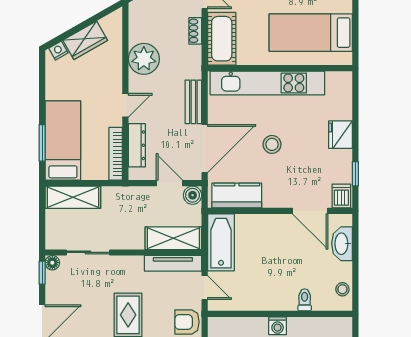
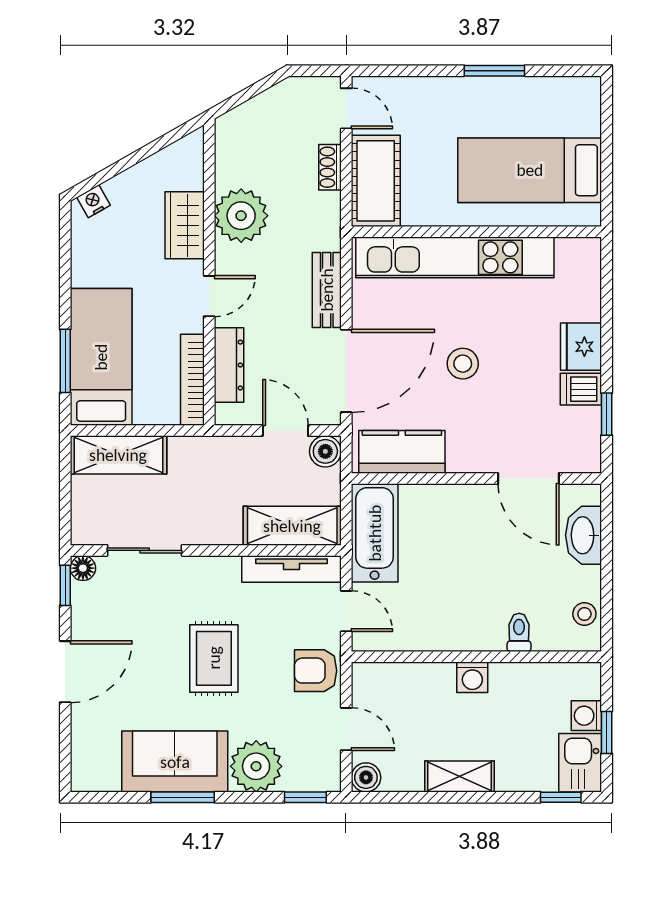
wardrobe: (85, 40) -> (185, 225), moved, turned 120
dishwasher: (341, 196) -> (581, 389), moved, turned -90

